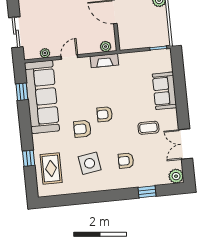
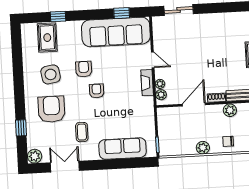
plant: (45, 53) -> (160, 84), moved
fireplace: (104, 61) -> (147, 83), moved
sofa: (164, 91) -> (123, 149), width x1.36
armchair: (126, 161) -> (52, 109), width x1.88, depth x1.88
rug: (51, 169) -> (47, 38), turned 90

